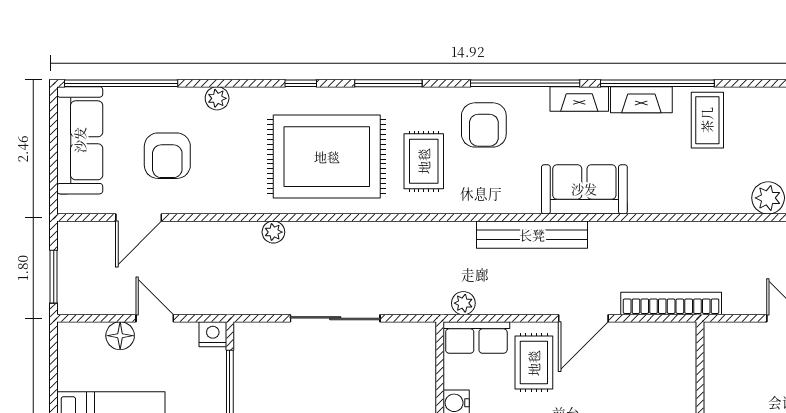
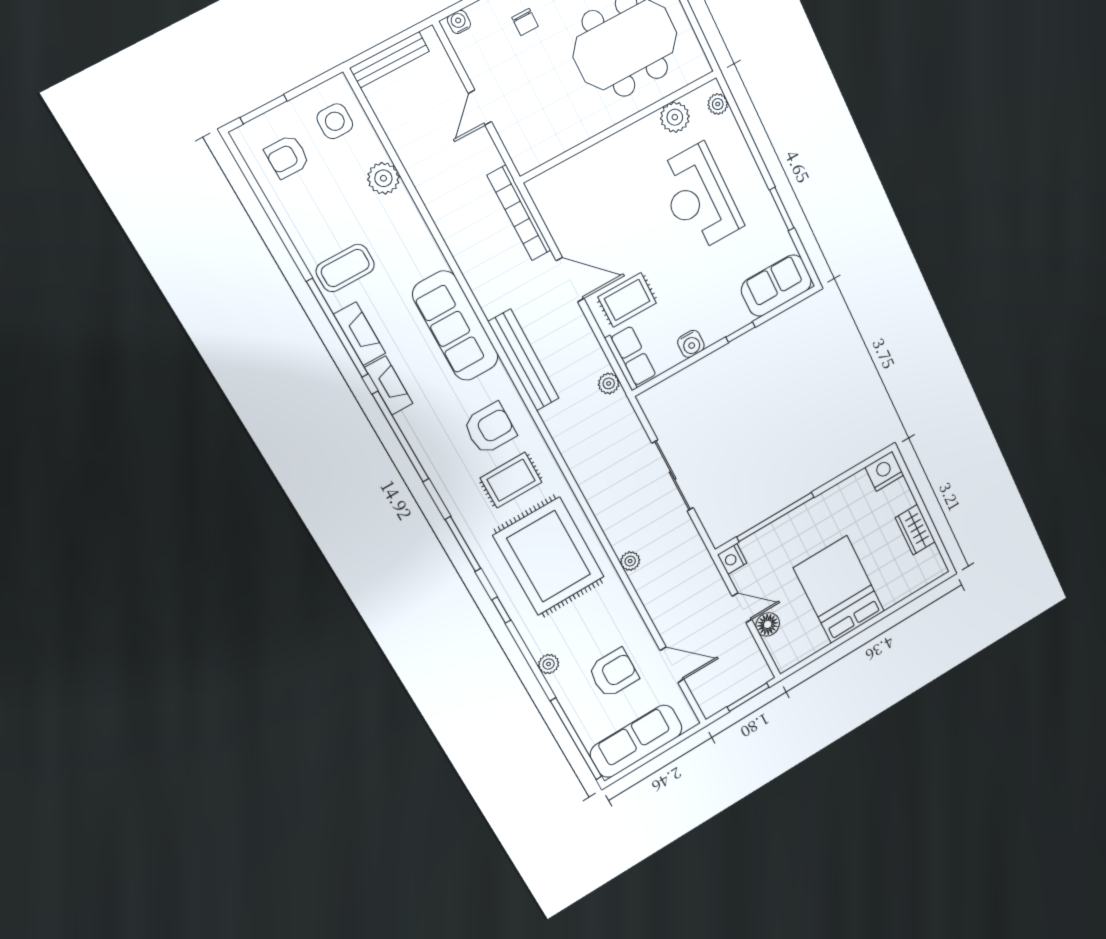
armchair: (484, 125) -> (490, 428), moved
sofa: (584, 189) -> (456, 326), width x1.36
door: (155, 318) -> (742, 608), swing flipped

